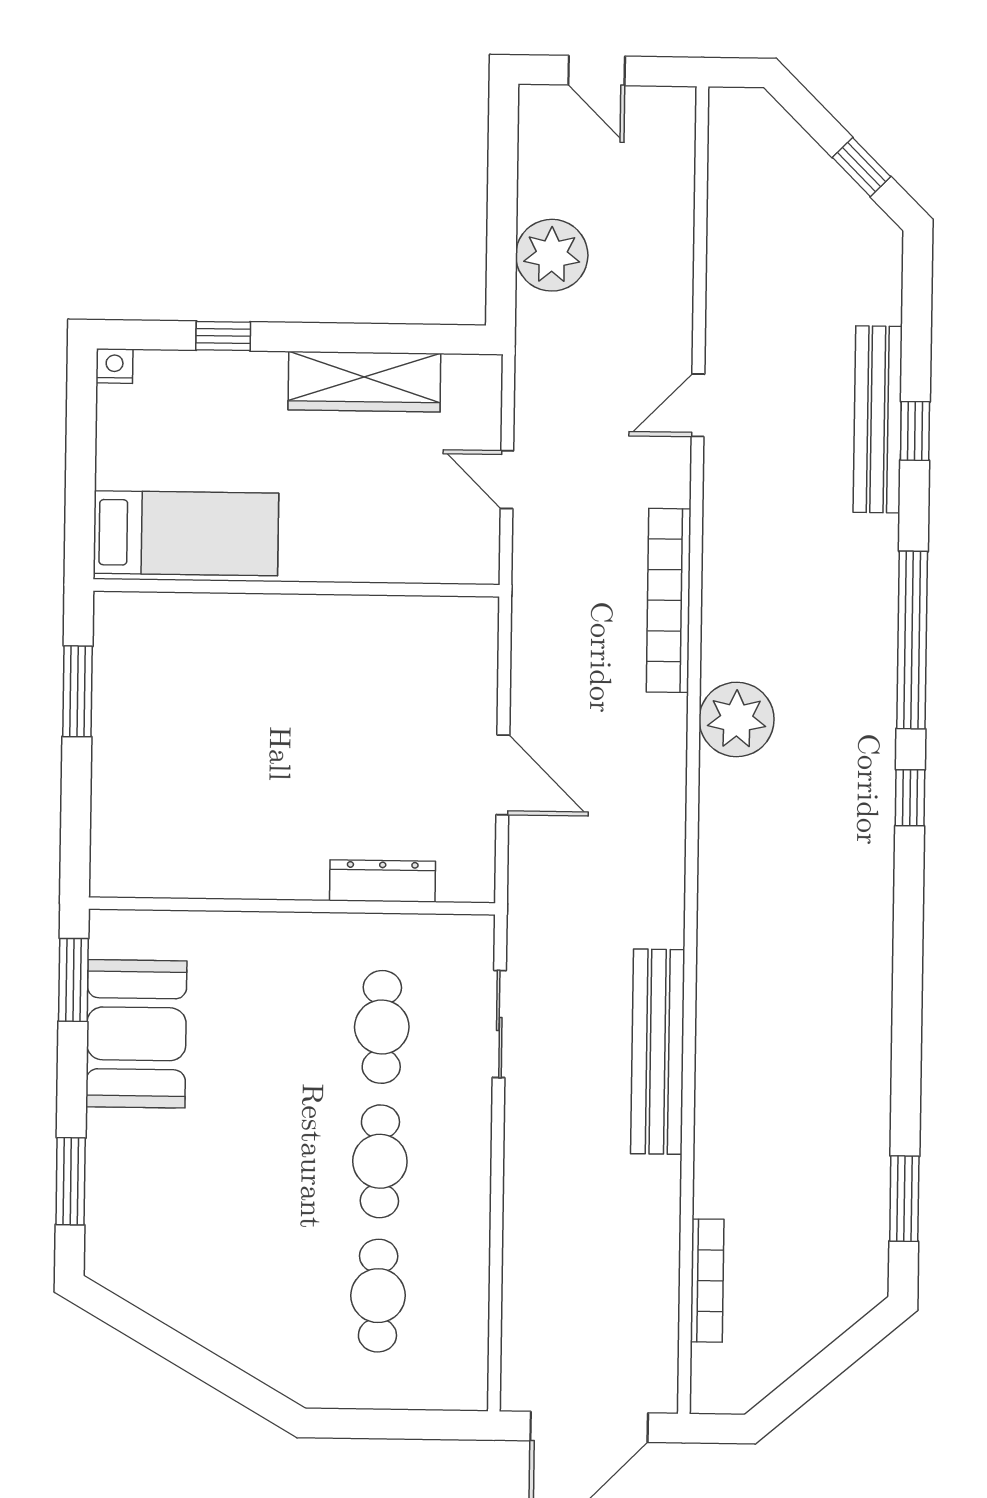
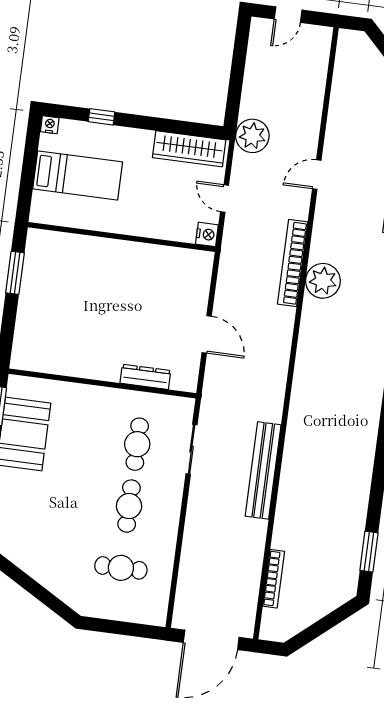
door: (597, 71) -> (288, 15), hinge flipped
plant: (552, 255) -> (252, 136), moved
wardrobe: (364, 382) -> (189, 149), moved
bed: (186, 533) -> (78, 175), moved
nightstand: (478, 561) -> (207, 234), added
plant: (737, 719) -> (323, 281), moved
cafe table: (378, 1296) -> (121, 568), turned 90

